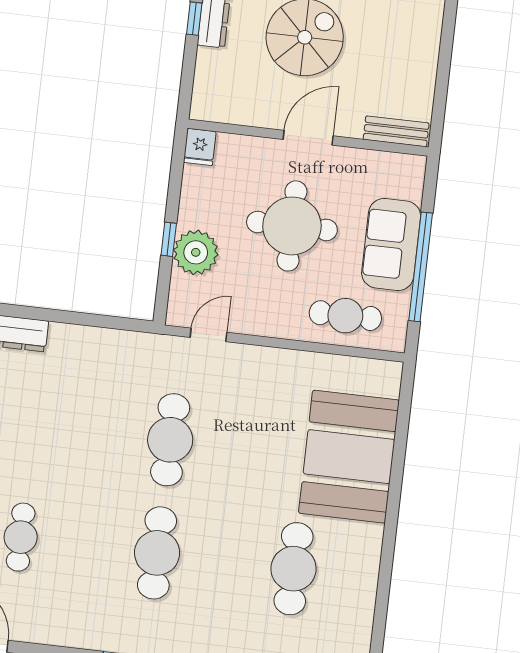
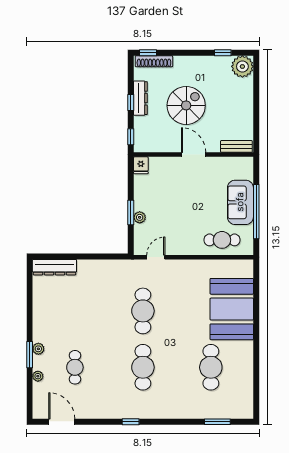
window: (186, 87) -> (131, 137), added
door: (308, 138) -> (194, 155), hinge flipped
round table: (292, 226) -> (191, 199), removed
window: (169, 239) -> (131, 212), width x1.50
plant: (196, 252) -> (140, 217), width x0.53, depth x0.53

